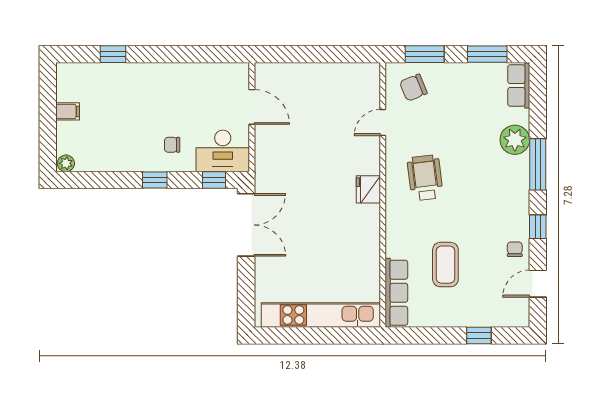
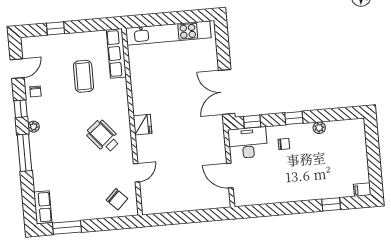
window: (425, 54) -> (111, 224), removed
chair: (413, 88) -> (117, 199), turned 67
filing cabinet: (68, 111) -> (362, 190), moved
plant: (515, 140) -> (34, 127), moved, width x0.53, depth x0.53
plant: (66, 163) -> (319, 128), moved
wheelchair: (425, 178) -> (103, 136), turned 147

